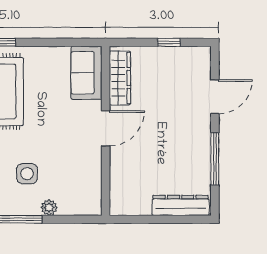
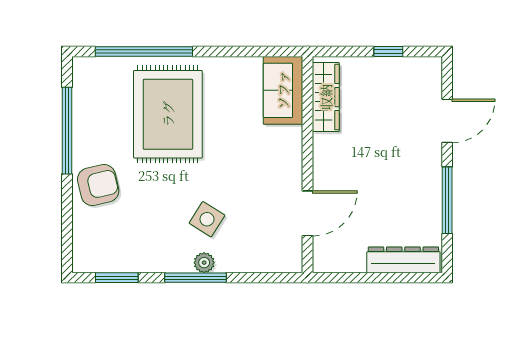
door: (106, 128) -> (308, 213), moved
side table: (27, 174) -> (207, 219), turned 32
plant: (49, 208) -> (204, 263), moved

